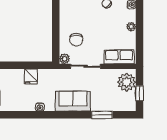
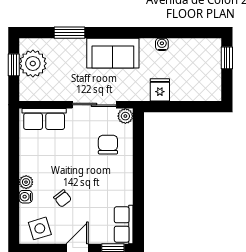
plant: (131, 27) -> (26, 182), moved
fridge: (31, 76) -> (160, 90), moved
plant: (127, 82) -> (33, 63), moved

